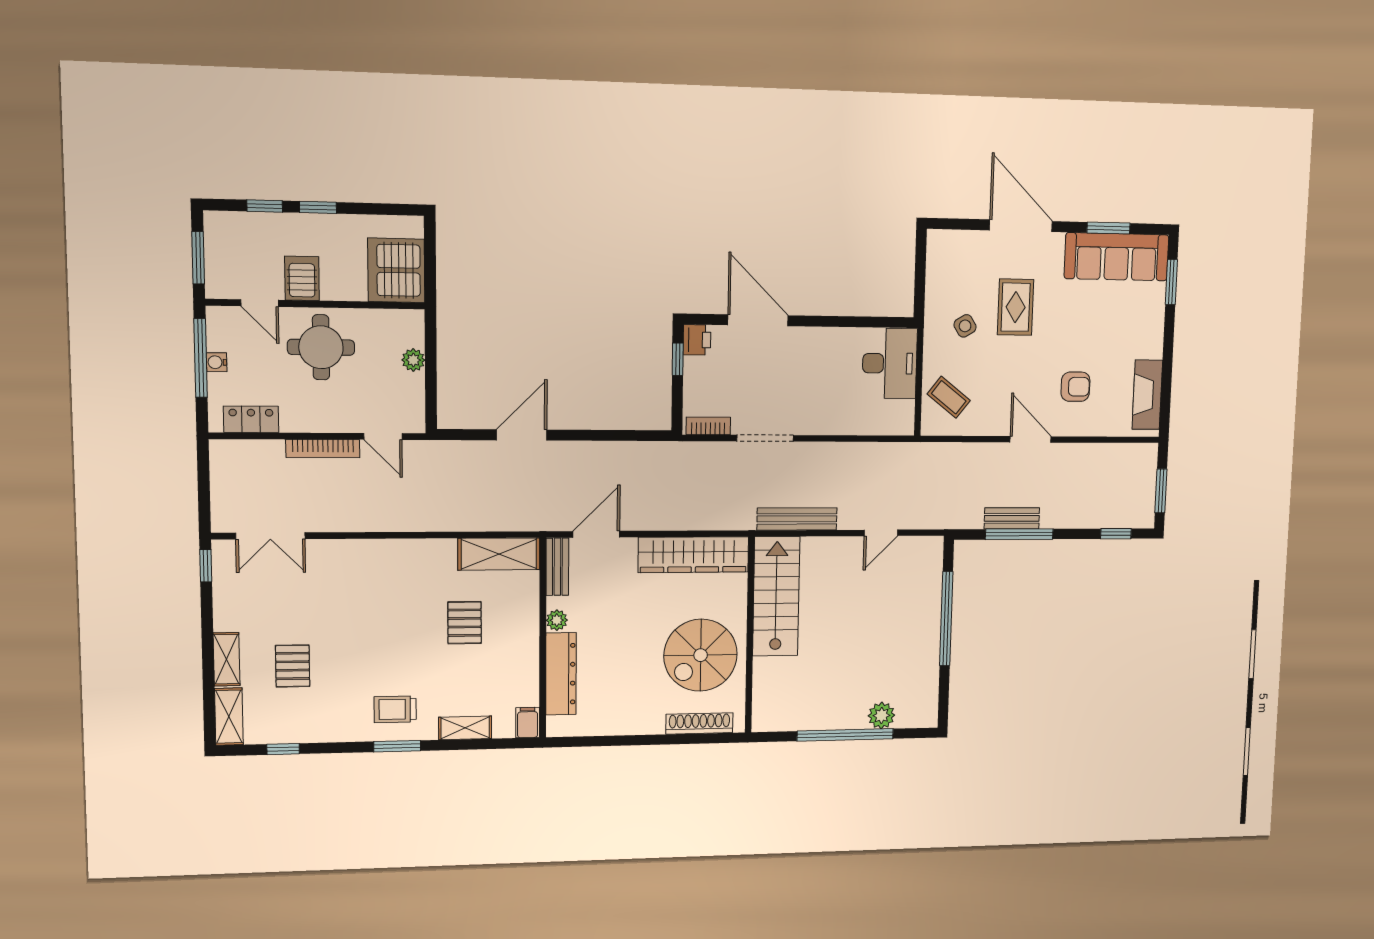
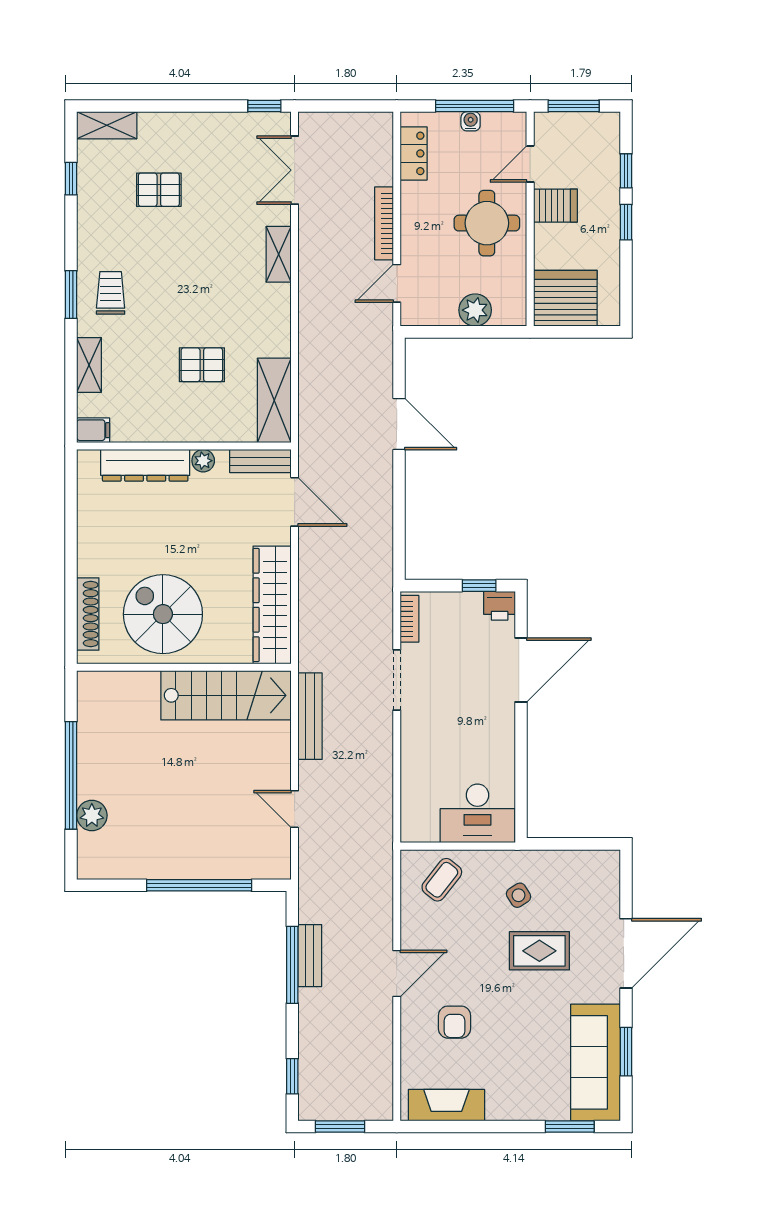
plant: (413, 360) -> (475, 310), width x1.38, depth x1.38
shelving: (227, 659) -> (279, 254), moved, turned 90

